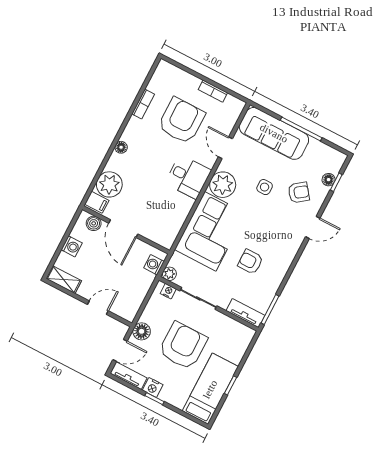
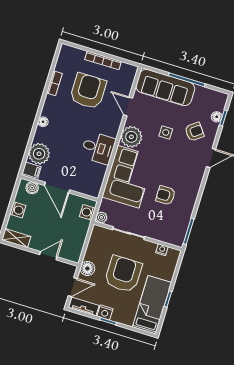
bookcase: (213, 91) -> (103, 60), width x1.56
desk: (188, 177) -> (98, 148), moved
nightstand: (168, 291) -> (162, 250), moved
tv unit: (245, 313) -> (169, 238), removed

